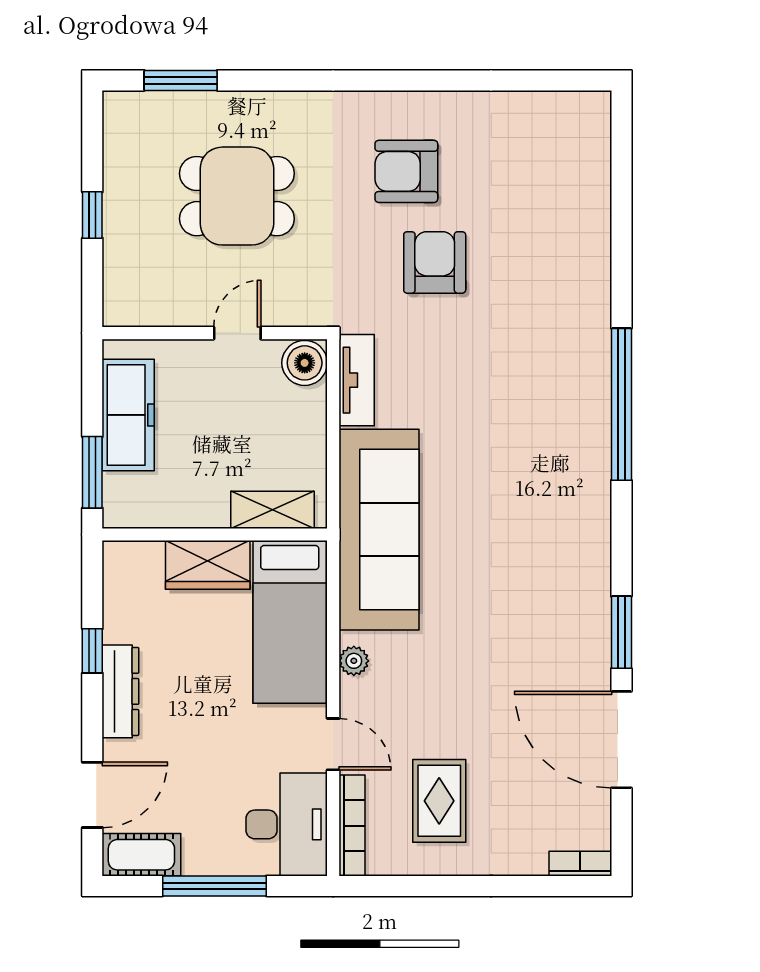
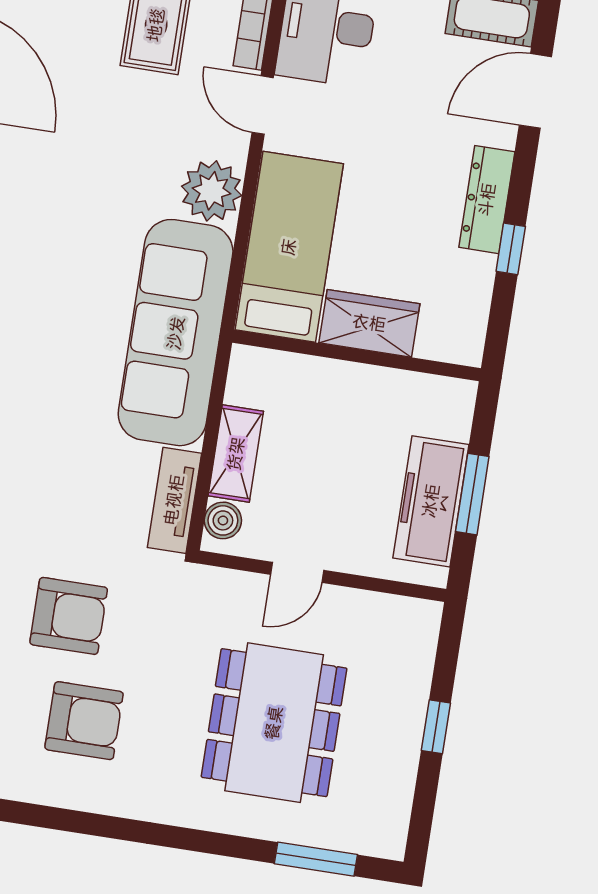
dining table: (237, 196) -> (274, 723), width x1.37
armchair: (435, 262) -> (69, 616), turned -90
boiler: (305, 363) -> (223, 520), width x0.73, depth x0.73
window: (92, 472) -> (472, 494), moved
shelving: (272, 510) -> (236, 454), moved, turned 90
plant: (354, 661) -> (212, 191), width x1.88, depth x1.88

